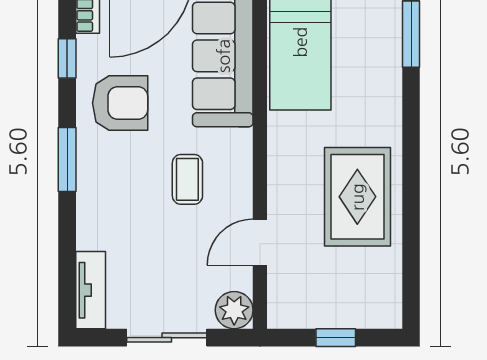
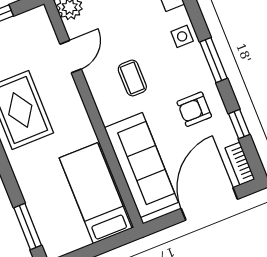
armchair: (120, 103) -> (194, 109), width x0.72, depth x0.72
side table: (97, 209) -> (182, 36), added

